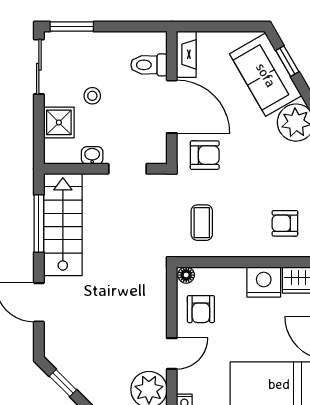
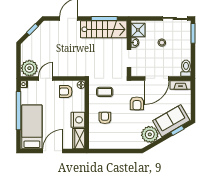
toilet: (149, 65) -> (186, 68), moved
shower: (59, 122) -> (138, 30), moved
armchair: (205, 155) -> (137, 103), moved
armchair: (285, 223) -> (105, 118), moved
door: (172, 354) -> (46, 78), swing flipped

